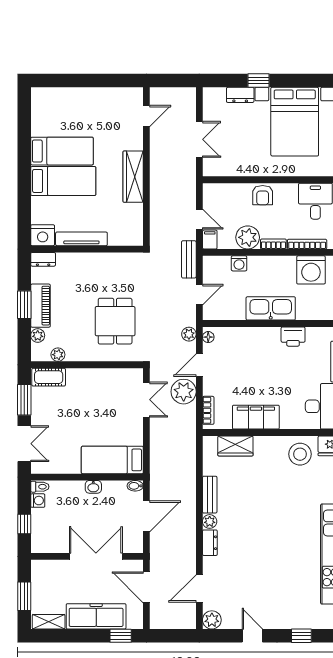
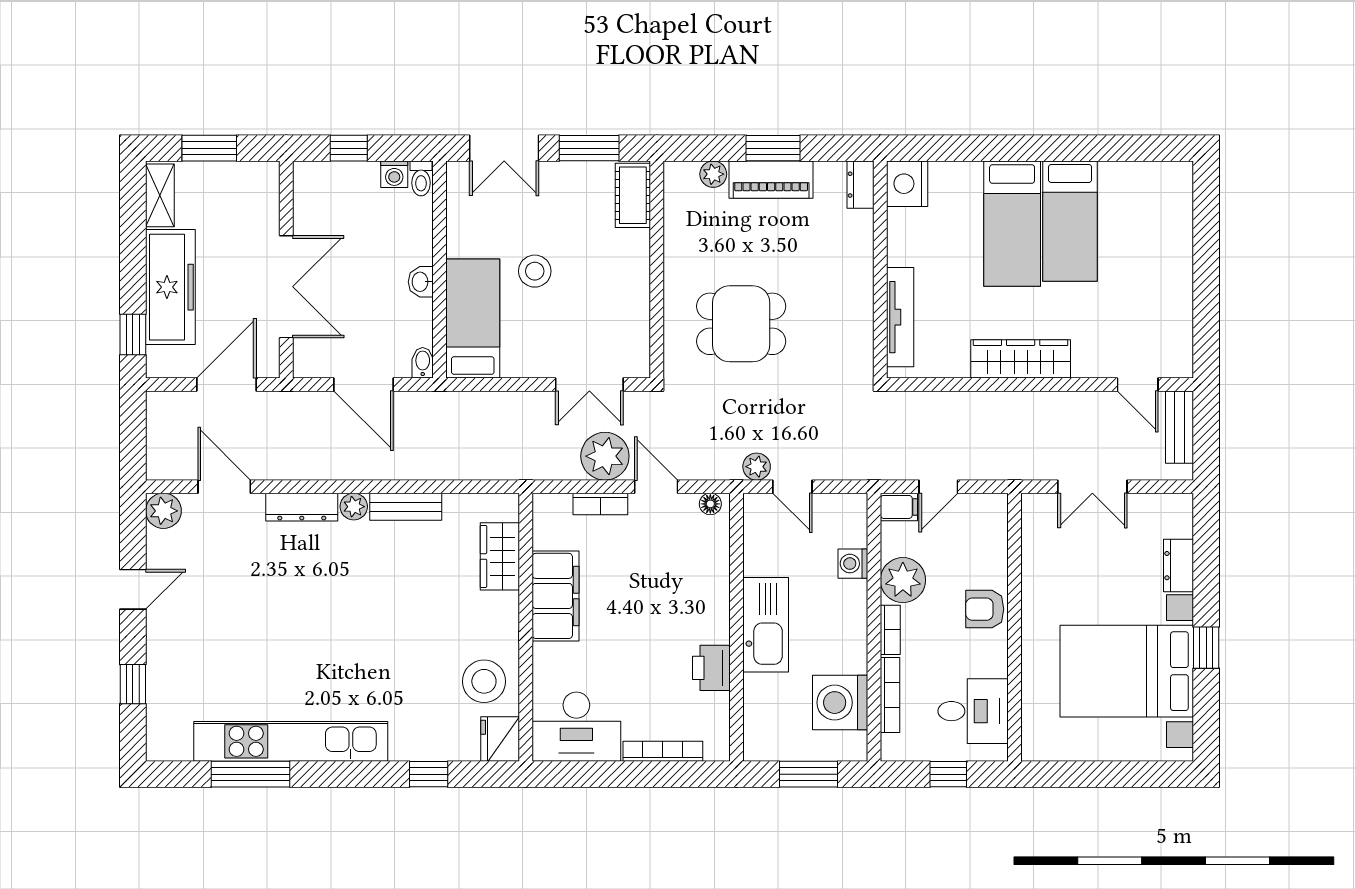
window: (258, 81) -> (1206, 648), moved
tv unit: (81, 239) -> (900, 317), moved
bench: (189, 259) -> (1180, 427), moved, turned 90
plant: (189, 334) -> (757, 467), moved
plant: (58, 355) -> (676, 213), removed
bookcase: (208, 410) -> (600, 504), moved
stool: (88, 428) -> (535, 271), added
dresser: (210, 543) -> (302, 507), width x1.44

